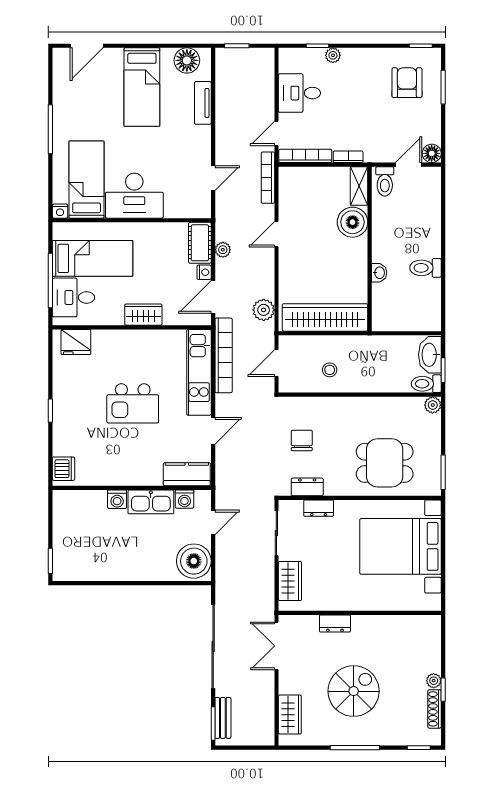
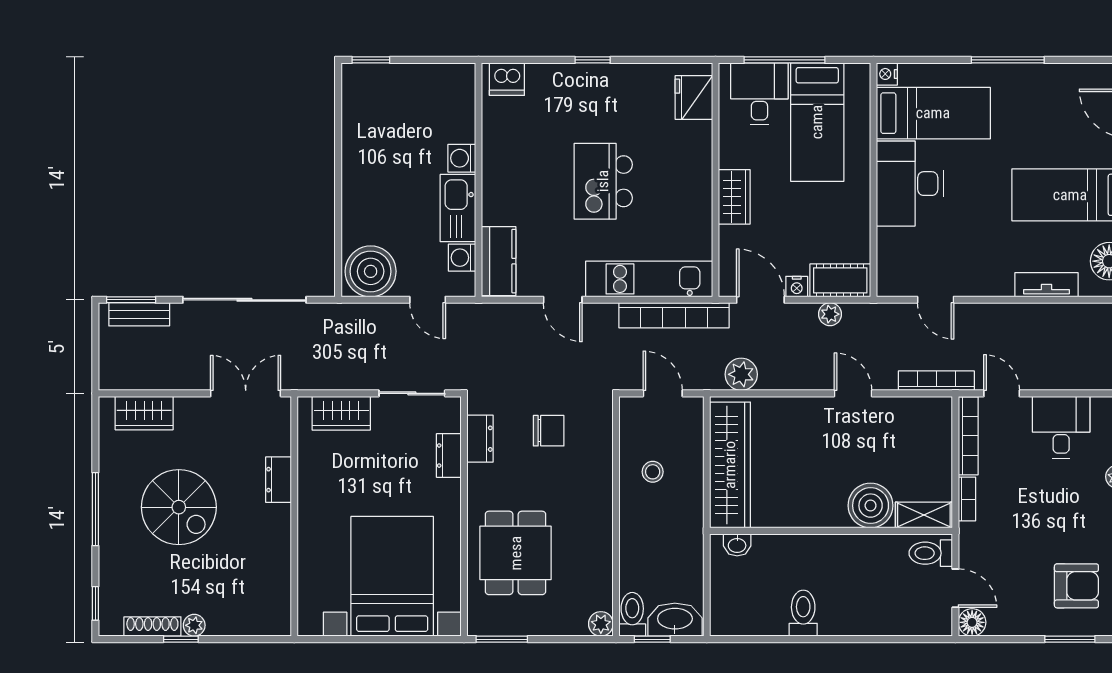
washbasin: (379, 273) -> (737, 545), moved

